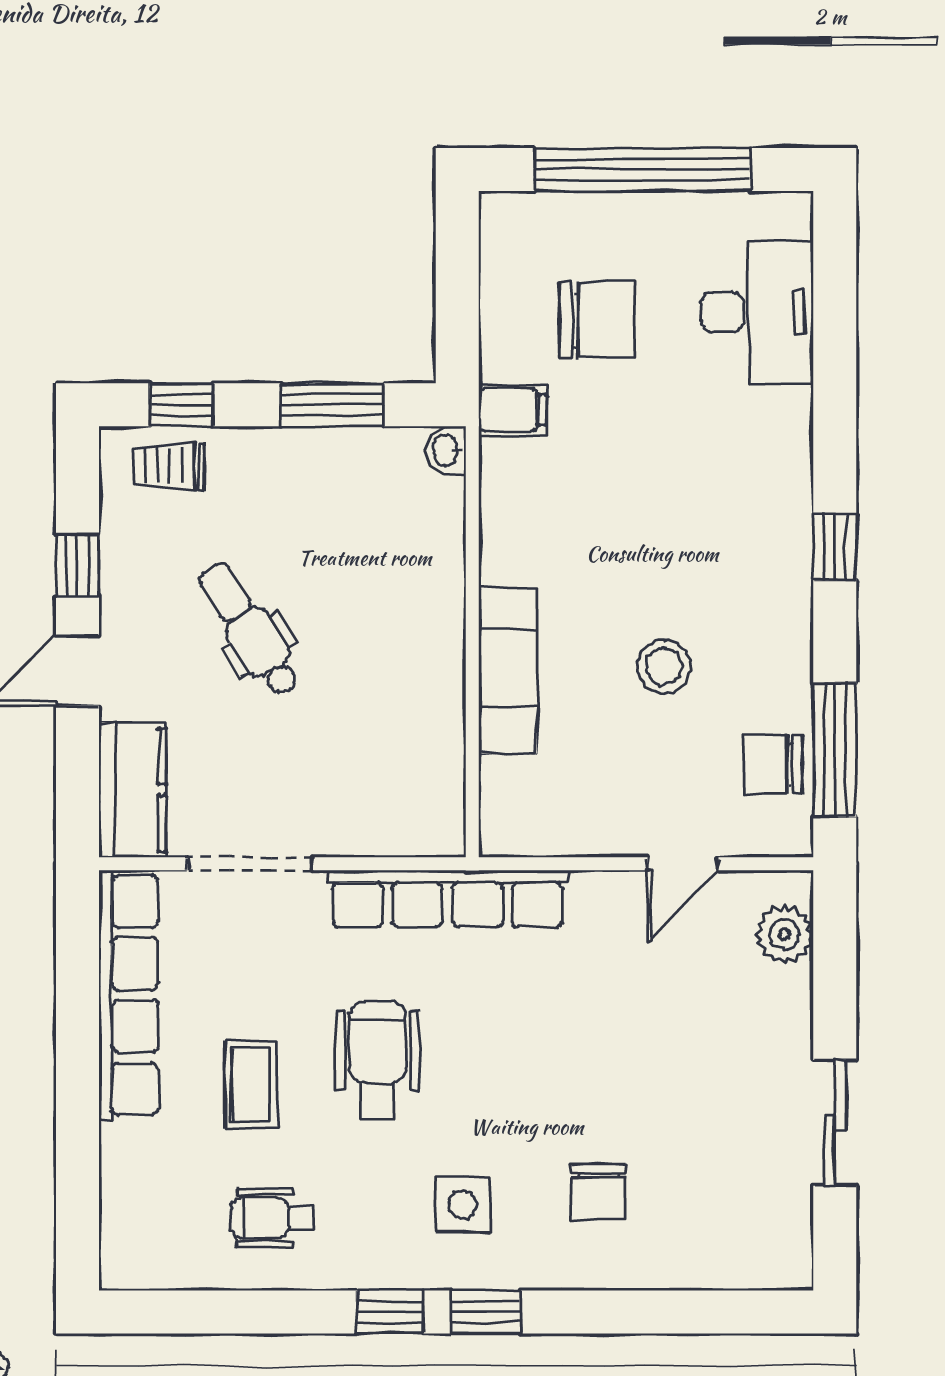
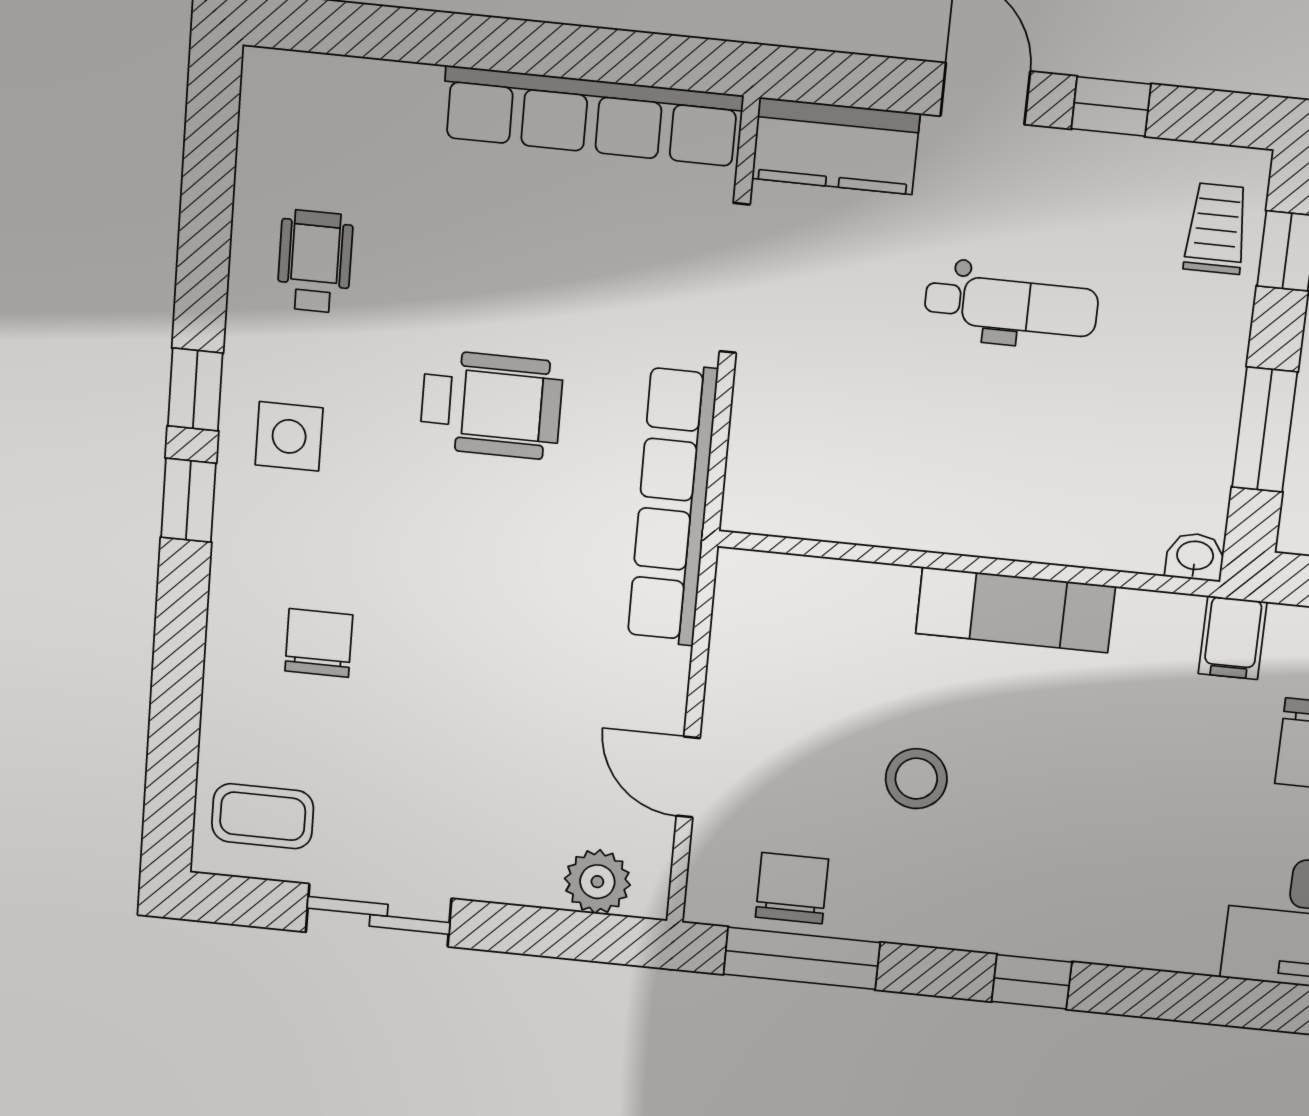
dental chair: (249, 630) -> (1011, 305), turned 33
exam couch: (508, 670) -> (1015, 610), moved
coffee table: (251, 1085) -> (263, 816), moved
chair: (598, 1192) -> (319, 643), turned 90
side table: (463, 1205) -> (289, 436), moved

